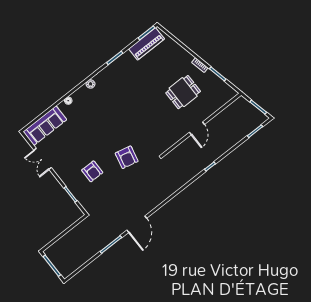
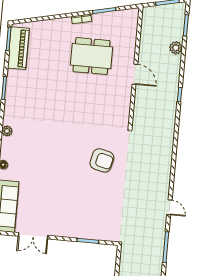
dining table: (183, 92) -> (91, 56), width x1.38
plant: (236, 138) -> (176, 48), added
armchair: (92, 171) -> (86, 202), removed
door: (137, 224) -> (169, 207), width x0.53

